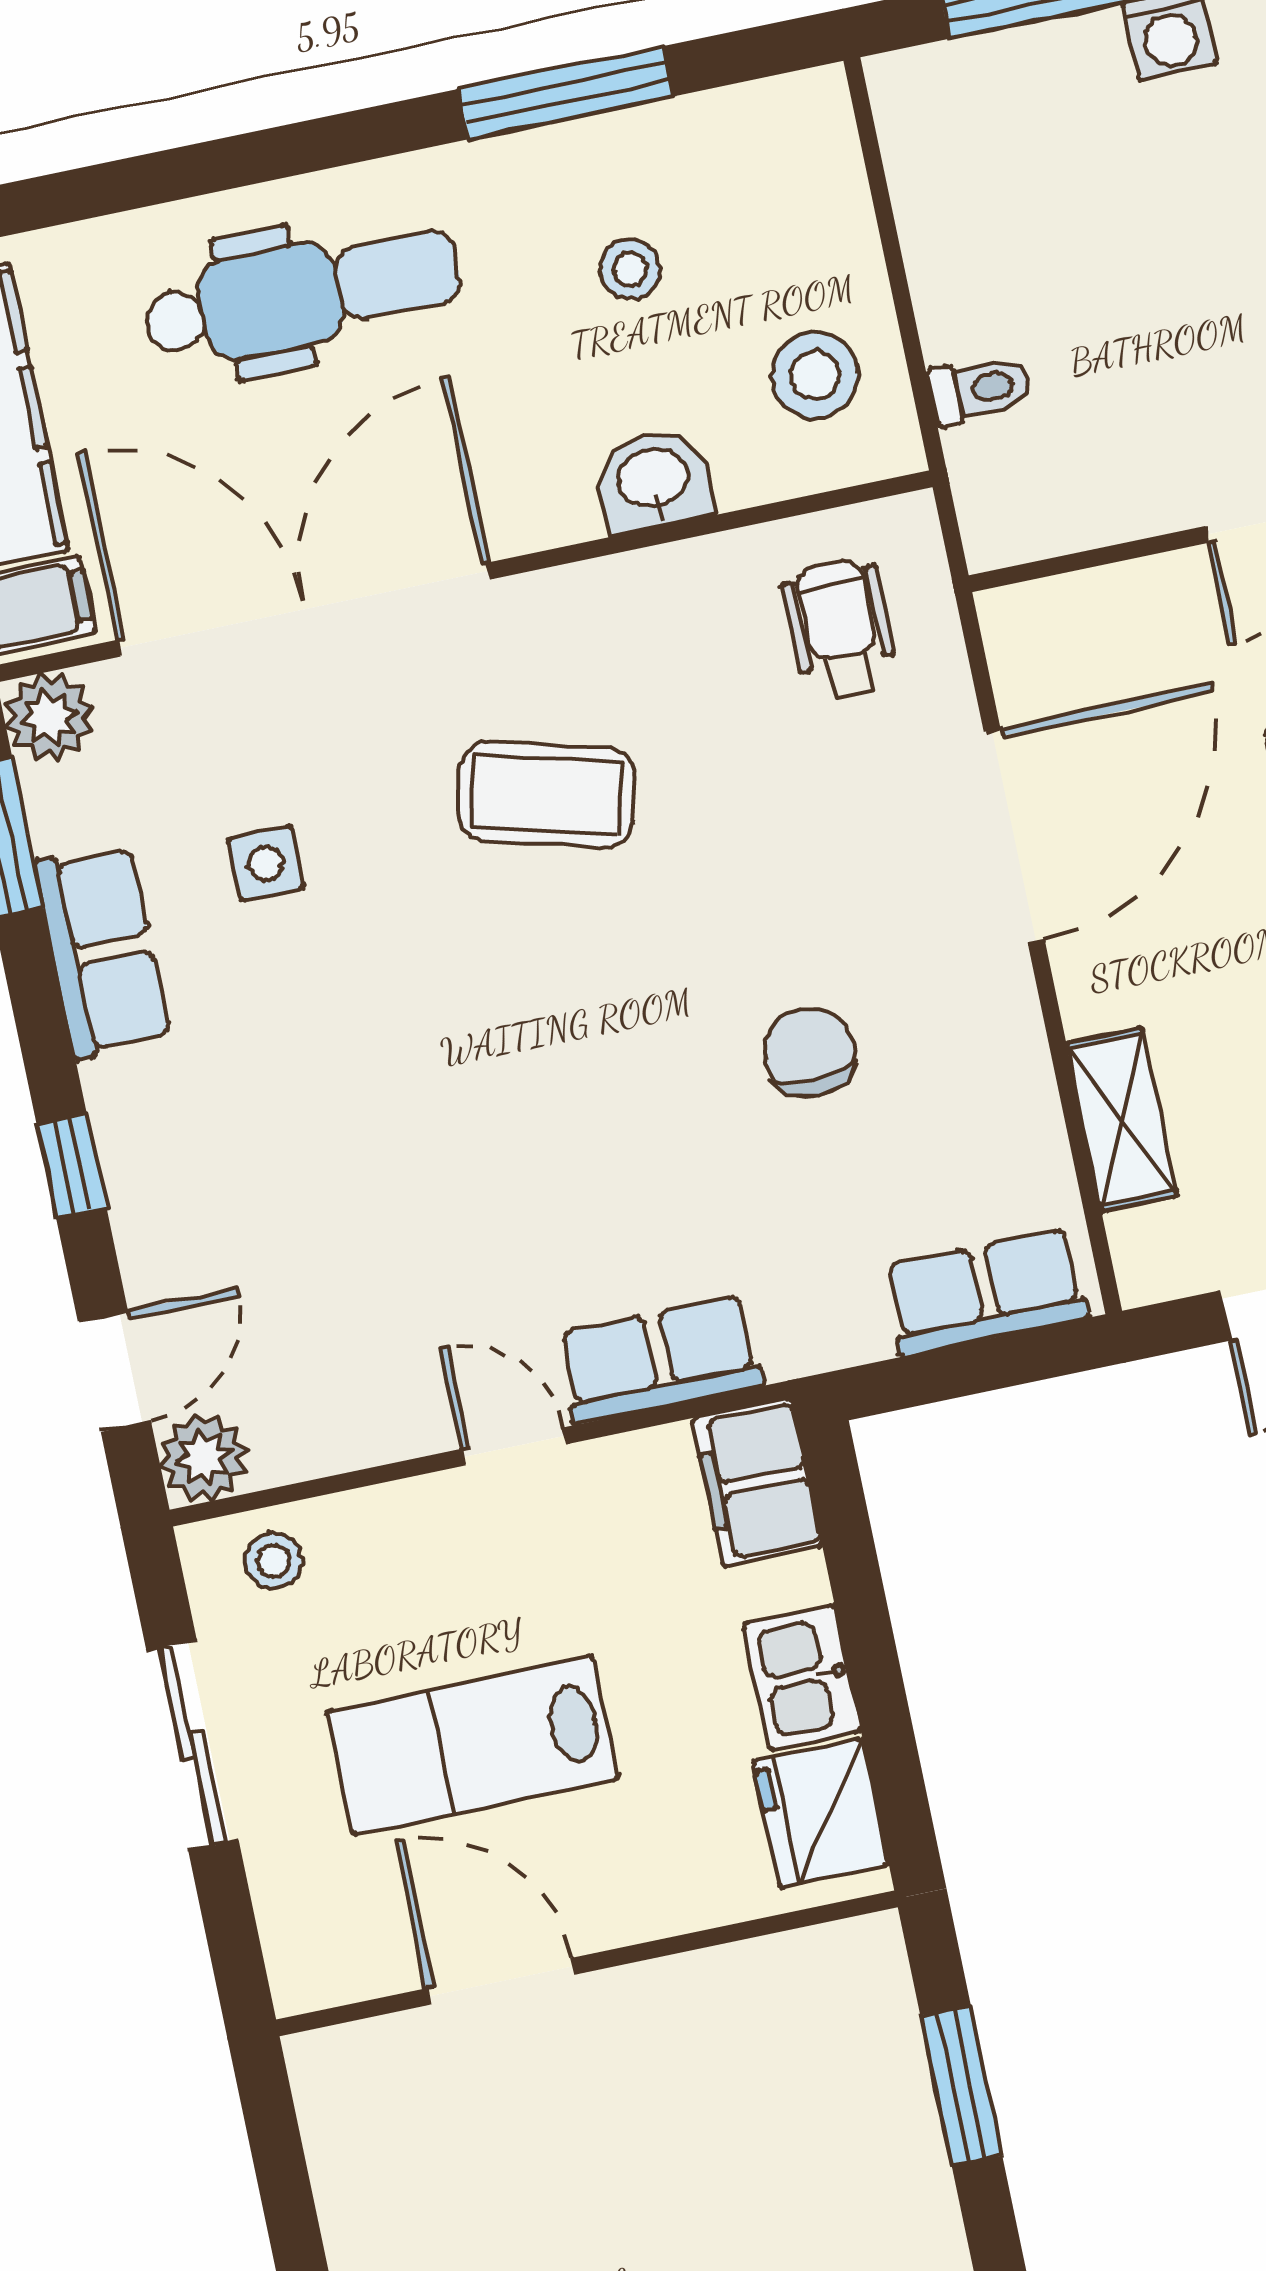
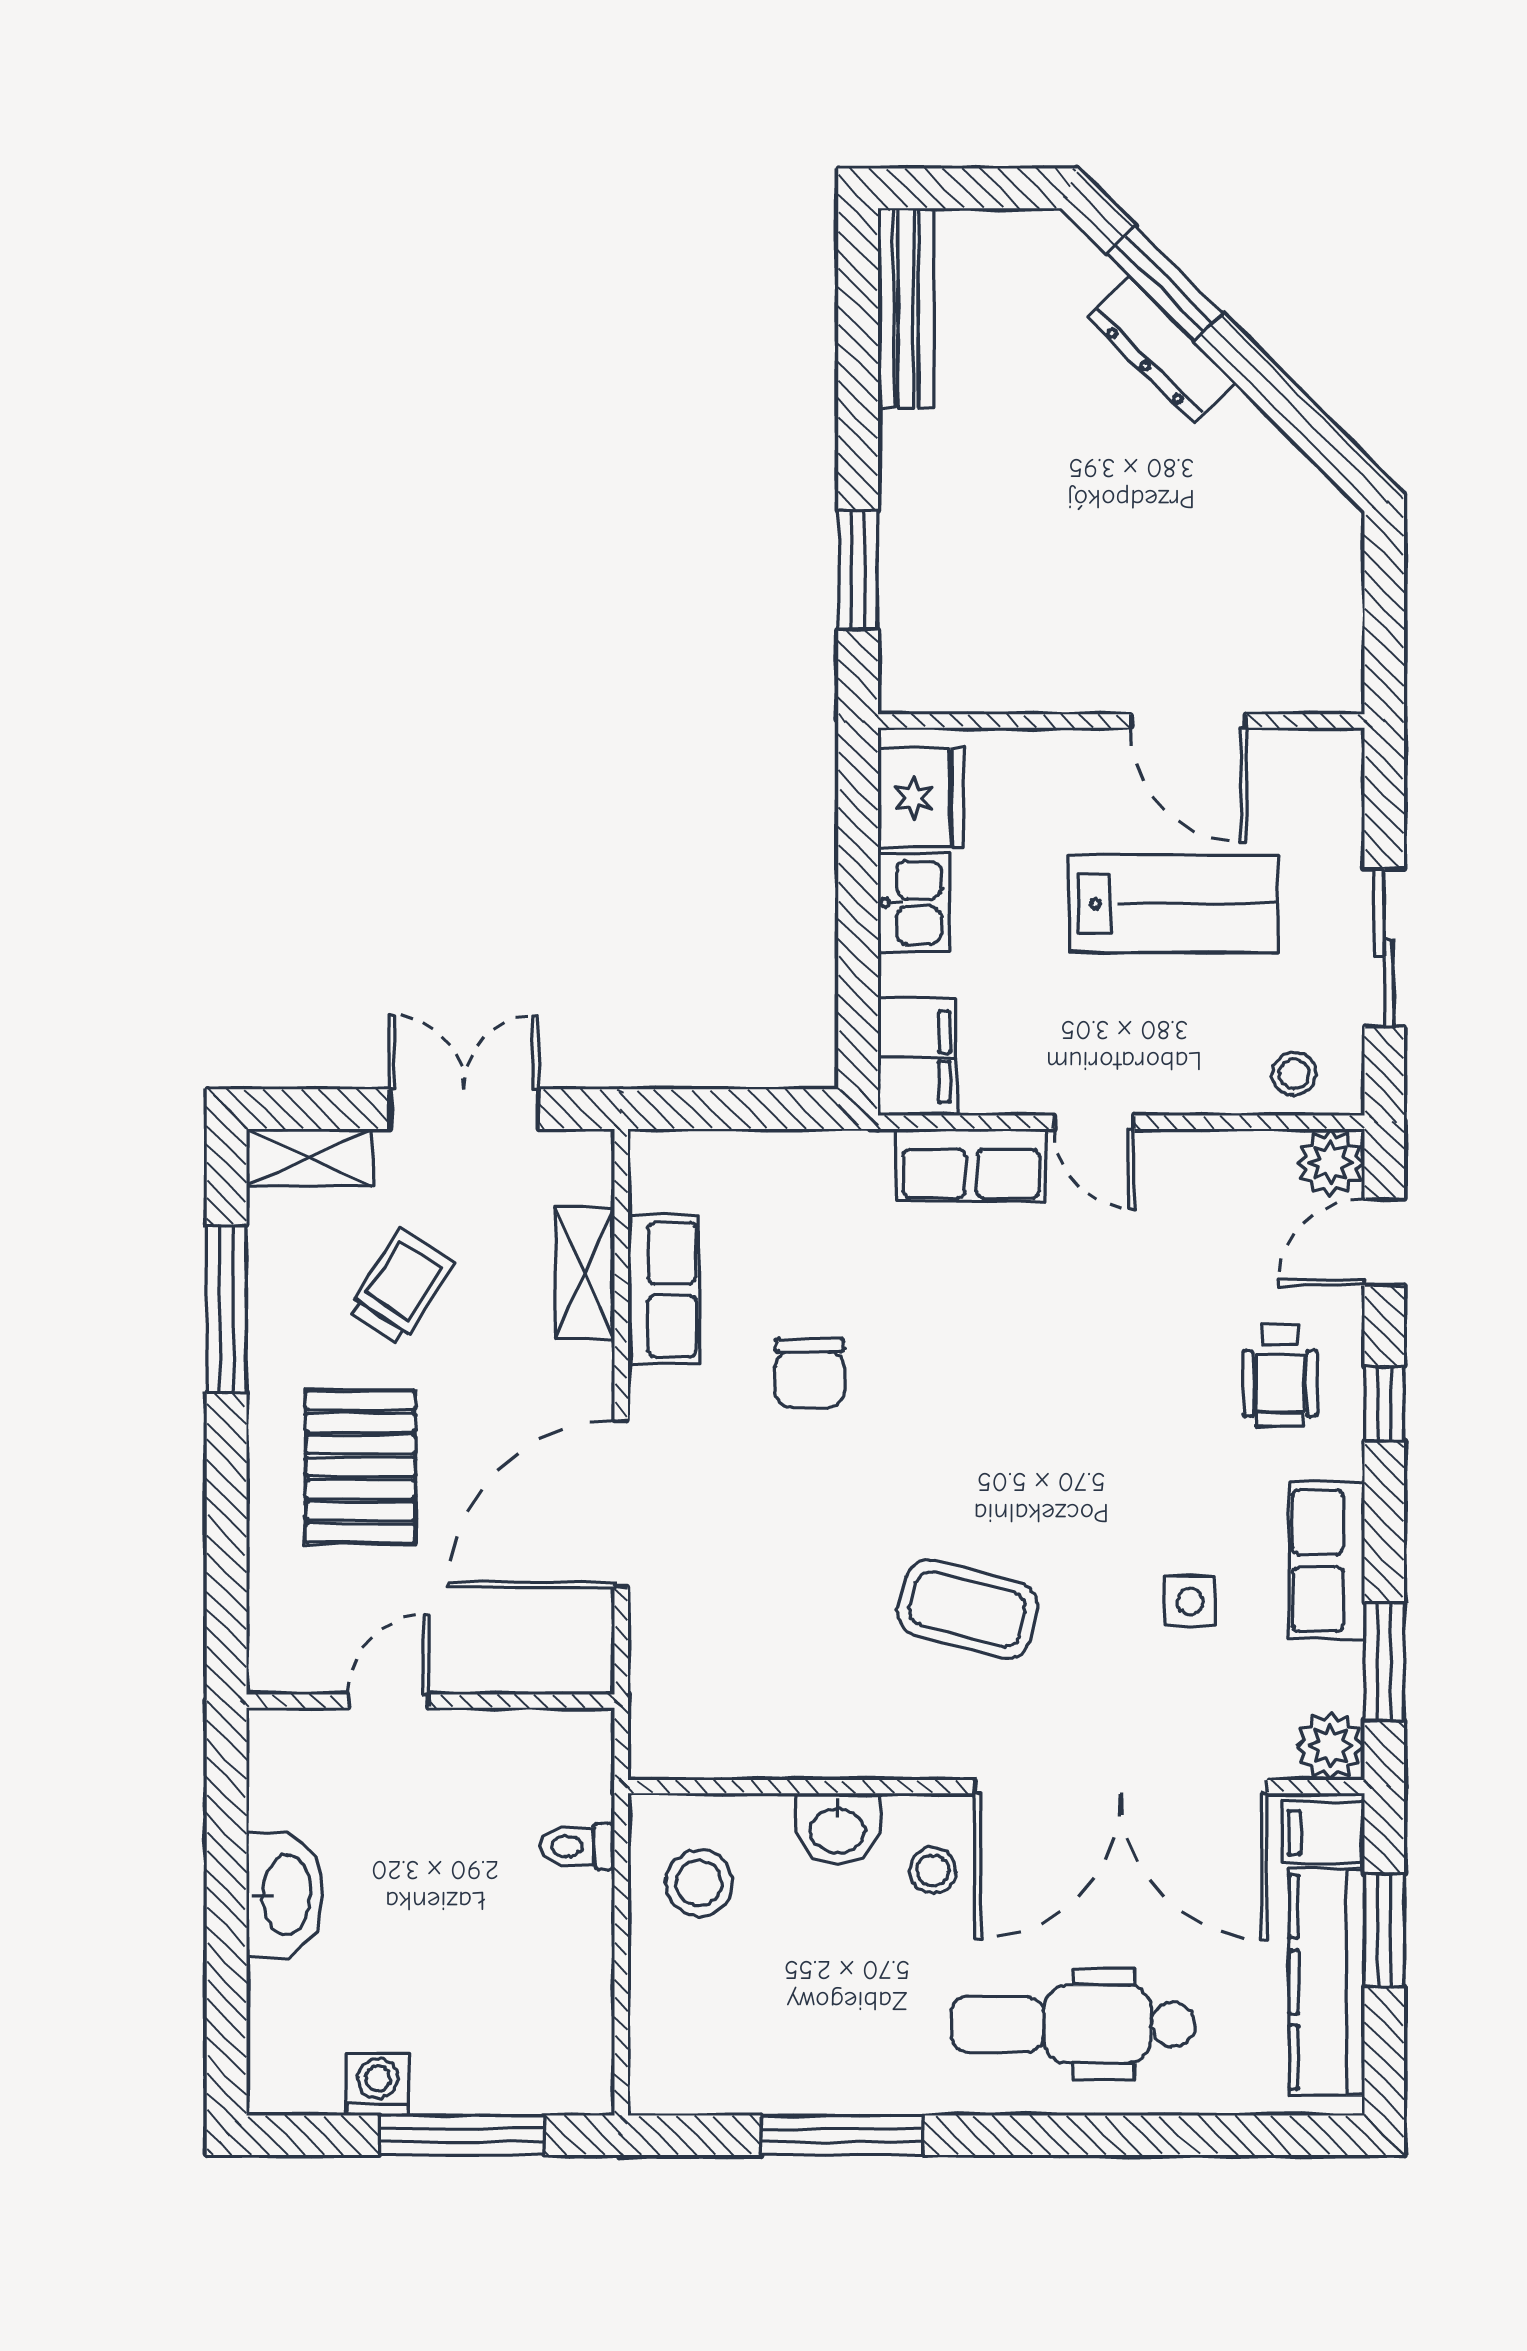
stool: (630, 269) -> (933, 1870), moved
wheelchair: (840, 629) -> (1280, 1375), moved
row of seats: (986, 1292) -> (663, 1290), moved, turned -90

